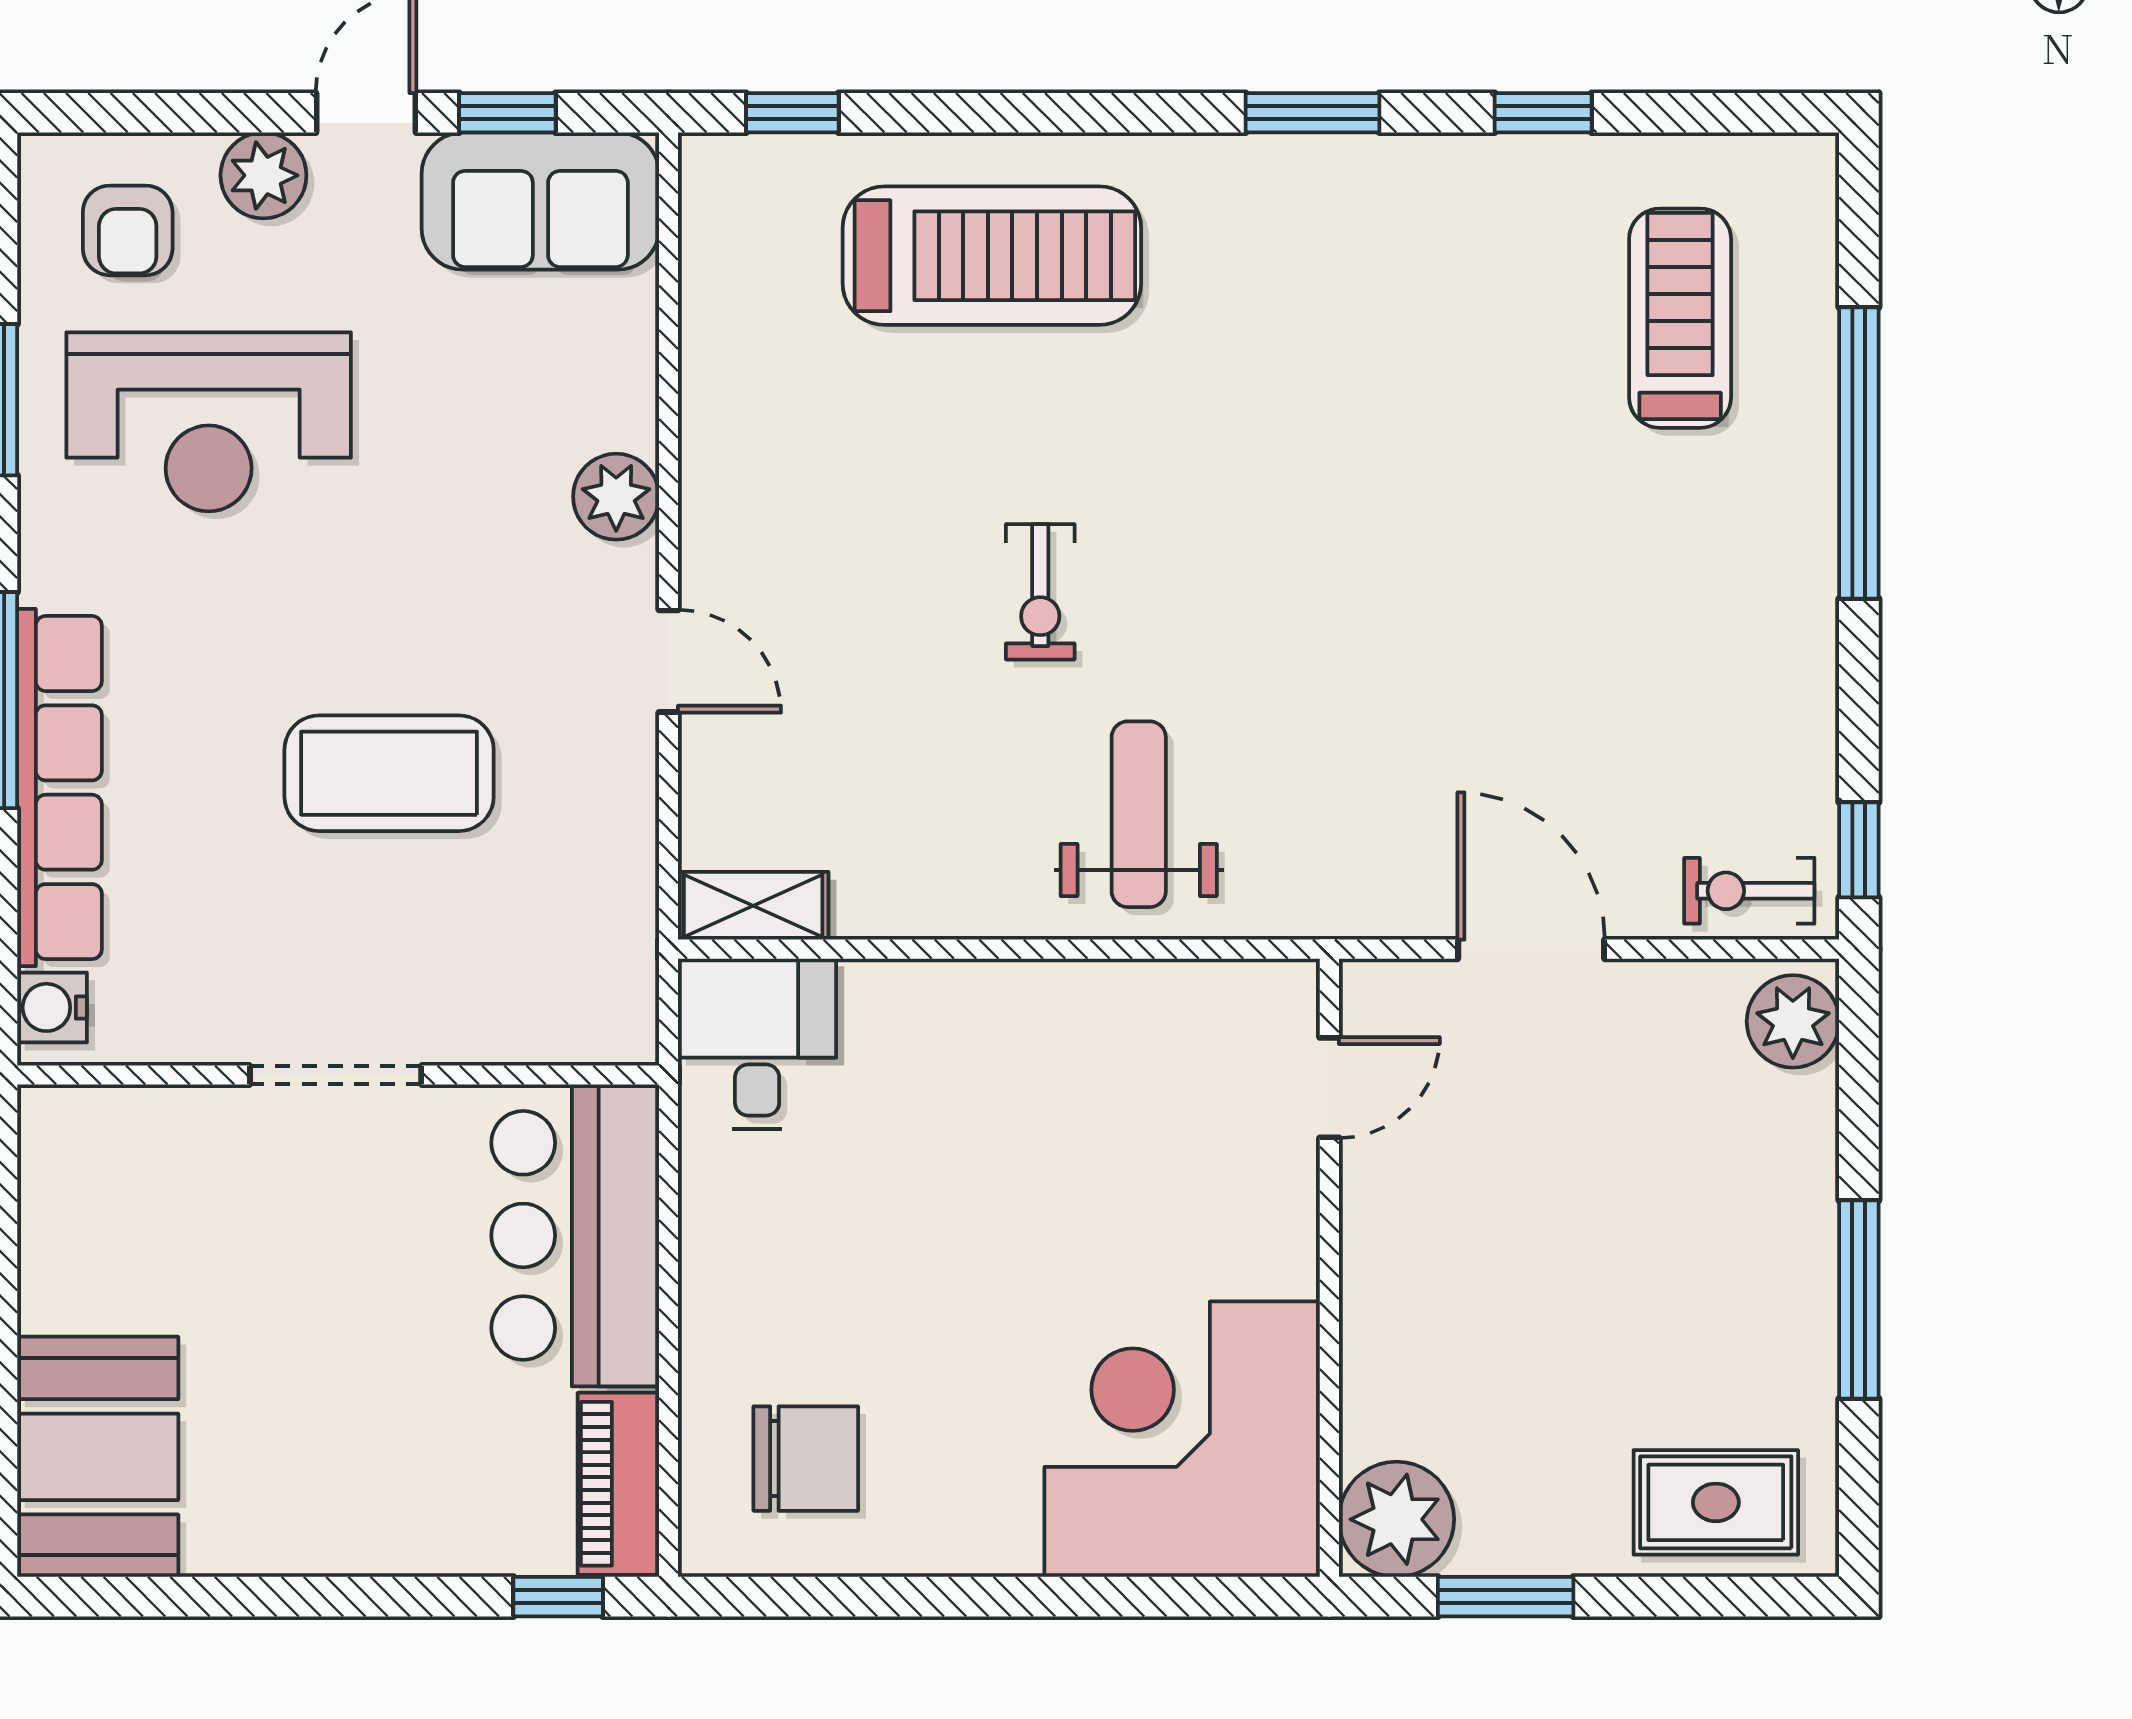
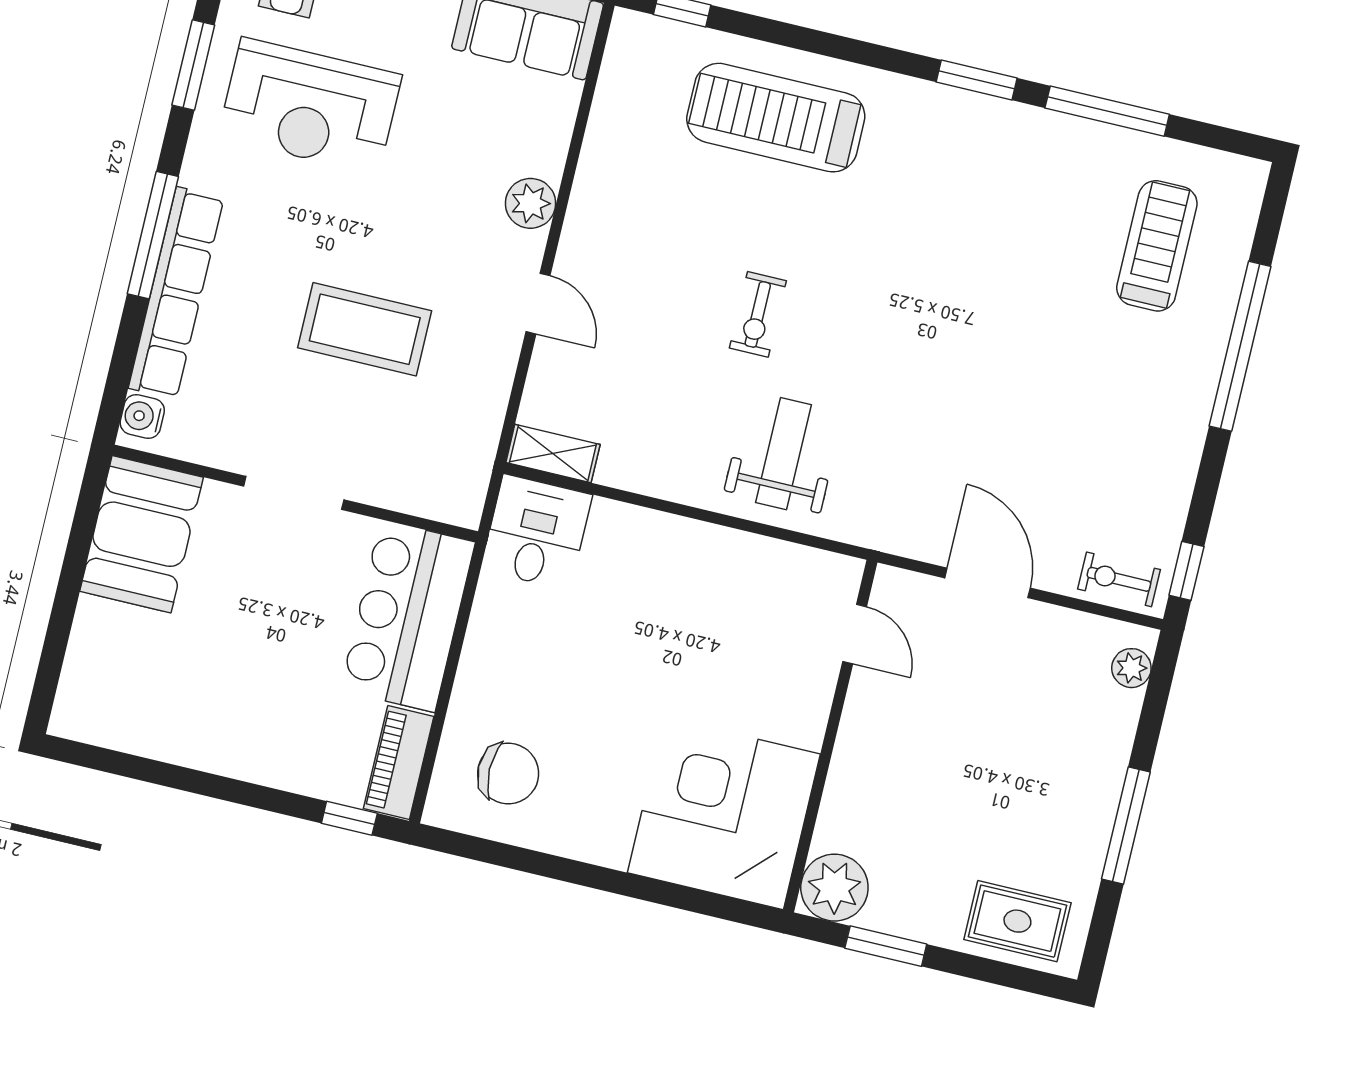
window: (1543, 113) -> (1107, 111), width x2.17
treadmill: (992, 256) -> (776, 118), turned 180
plant: (1793, 1021) -> (1131, 668), width x0.73, depth x0.73
door: (1329, 1088) -> (855, 634), hinge flipped
booth: (98, 1457) -> (142, 534), moved

